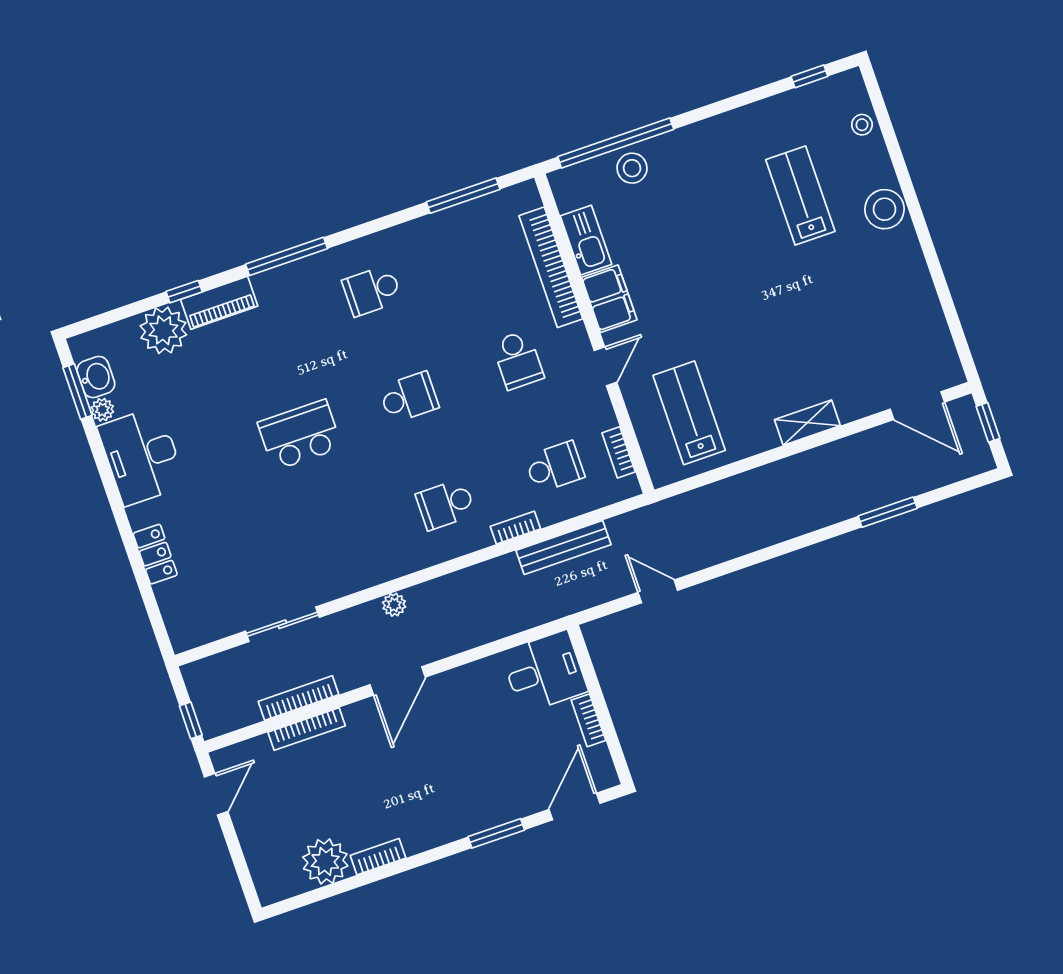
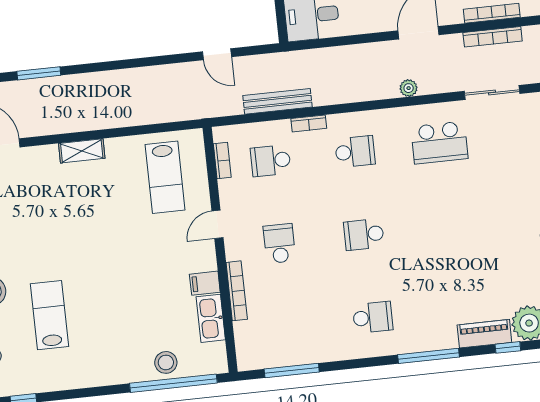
lab bench: (800, 196) -> (49, 315), turned 180
bookcase: (551, 267) -> (237, 291), width x0.68, depth x0.76
filing cabinet: (609, 299) -> (205, 283), width x0.50
school desk: (300, 435) -> (439, 143), moved

